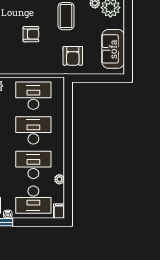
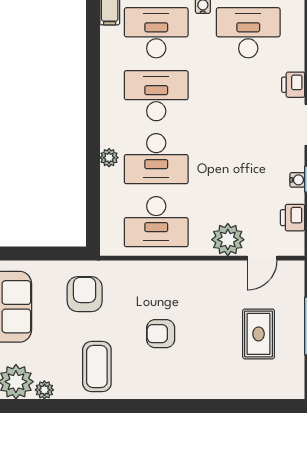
desk: (33, 165) -> (156, 96), turned 180
plant: (59, 179) -> (109, 158), moved

